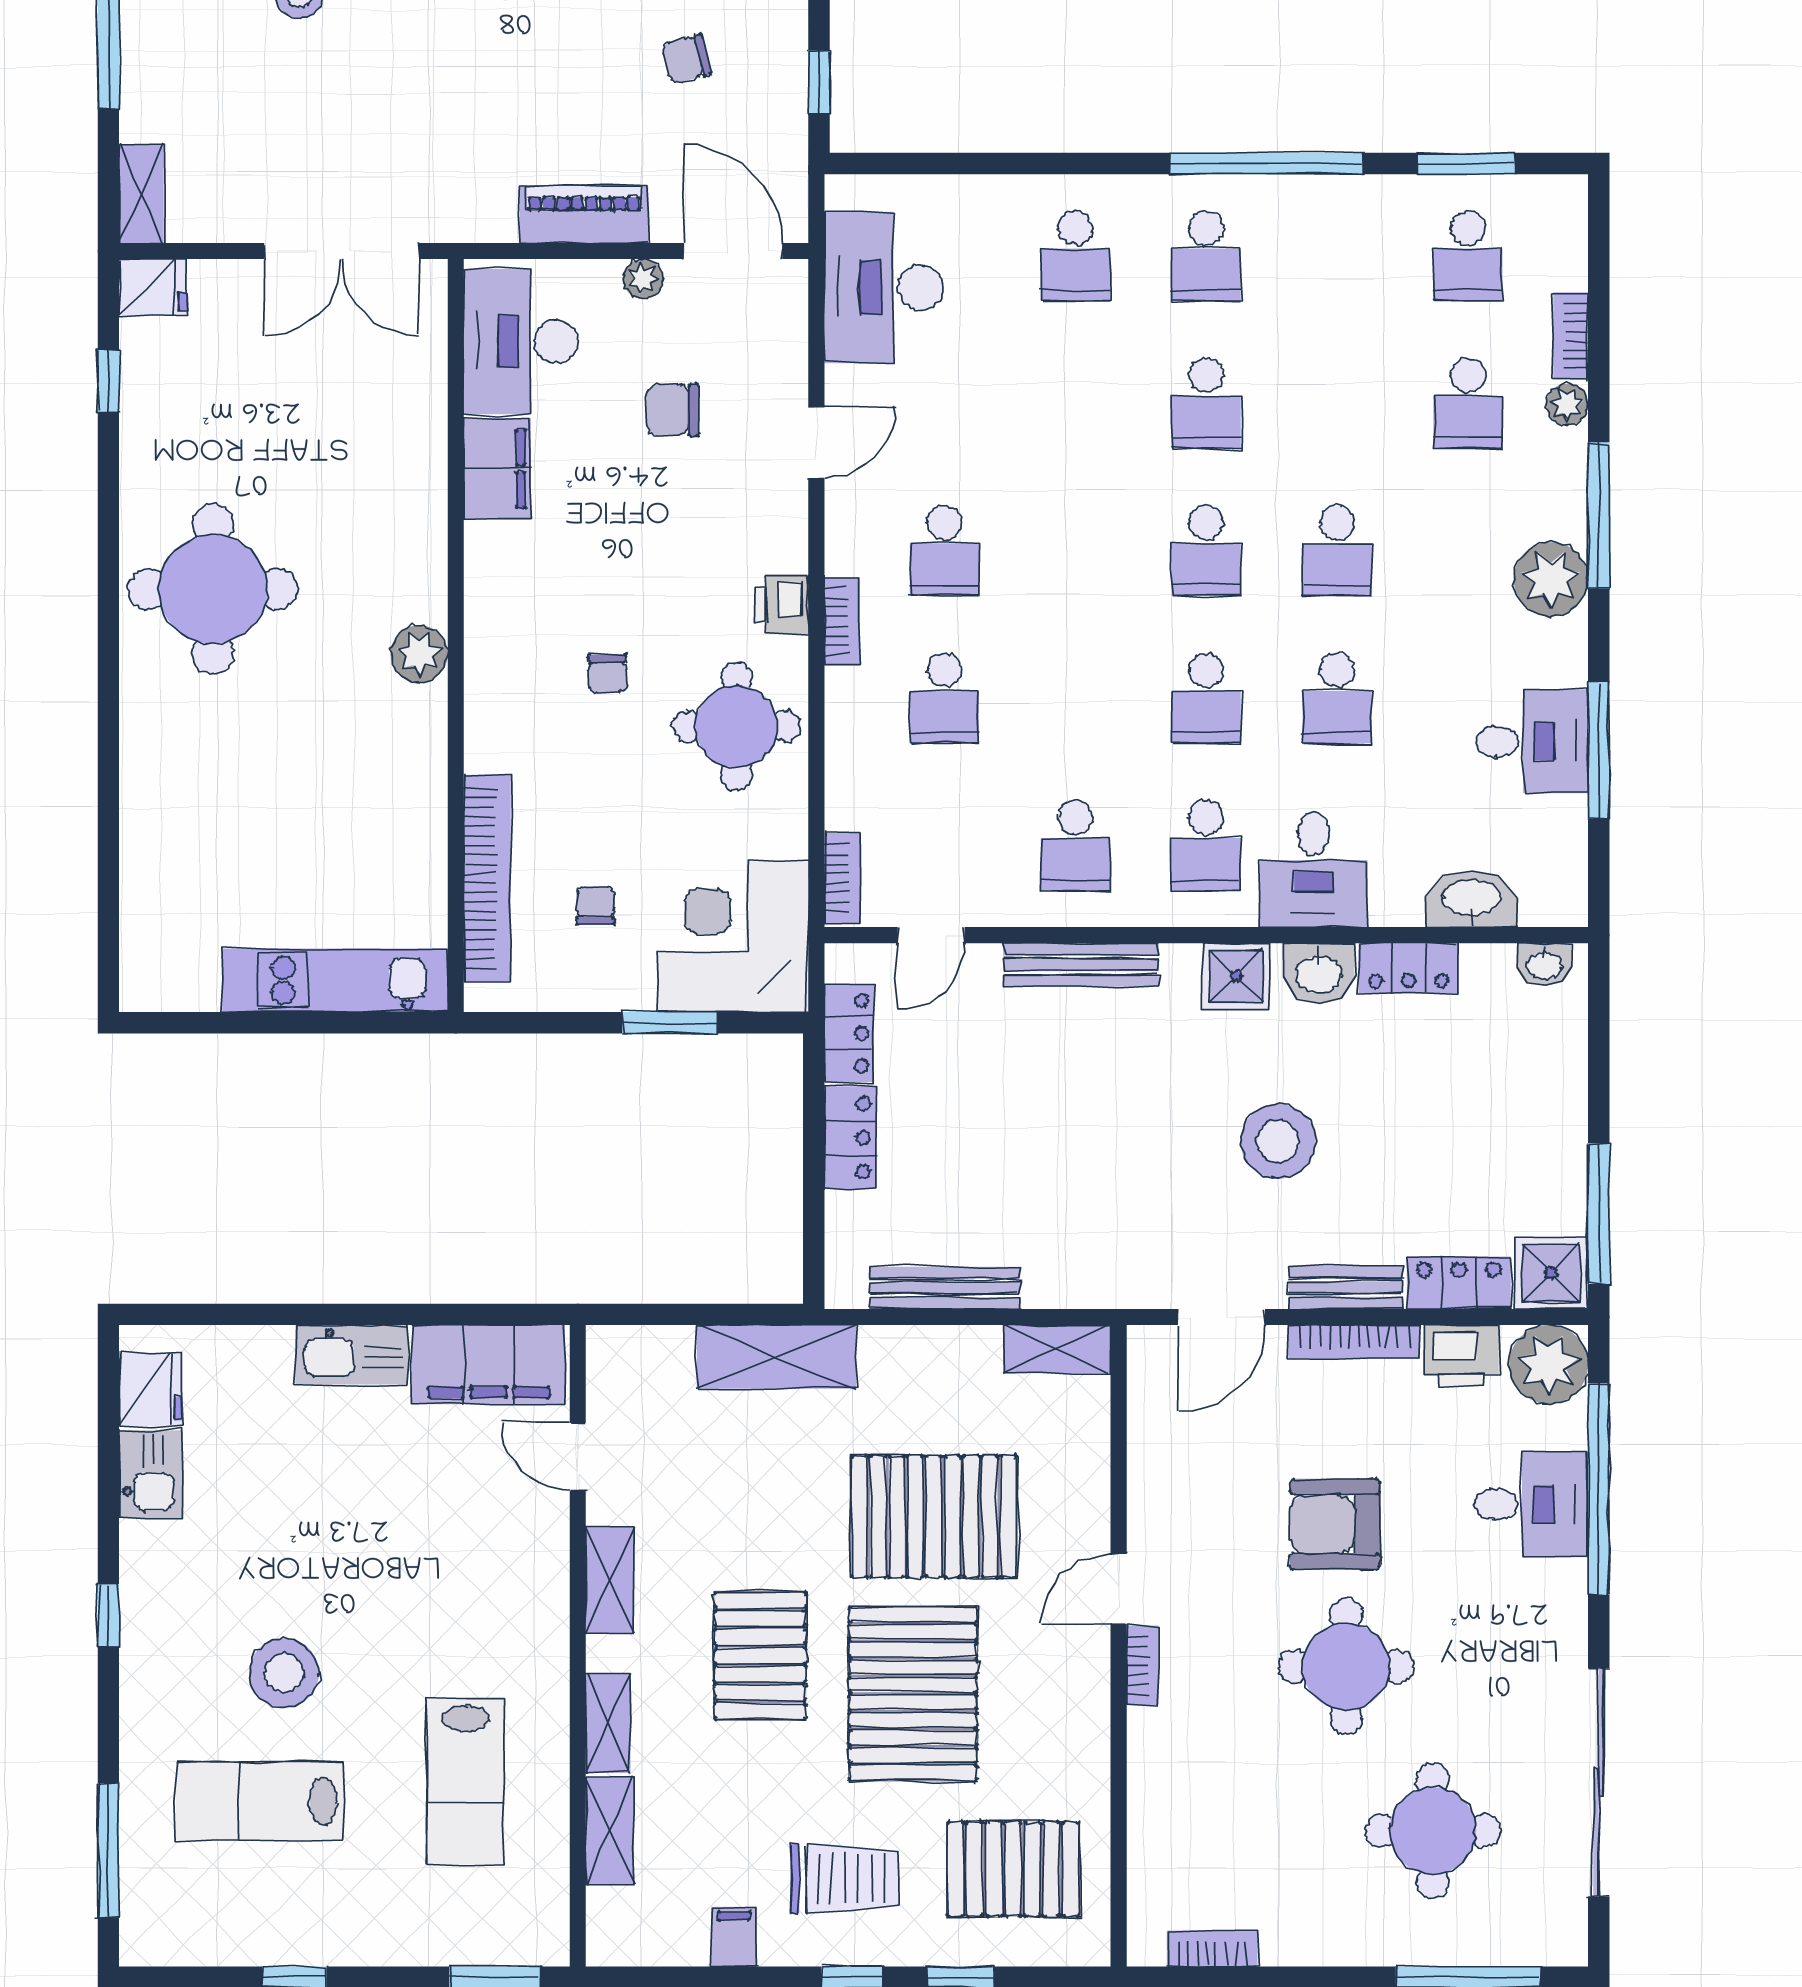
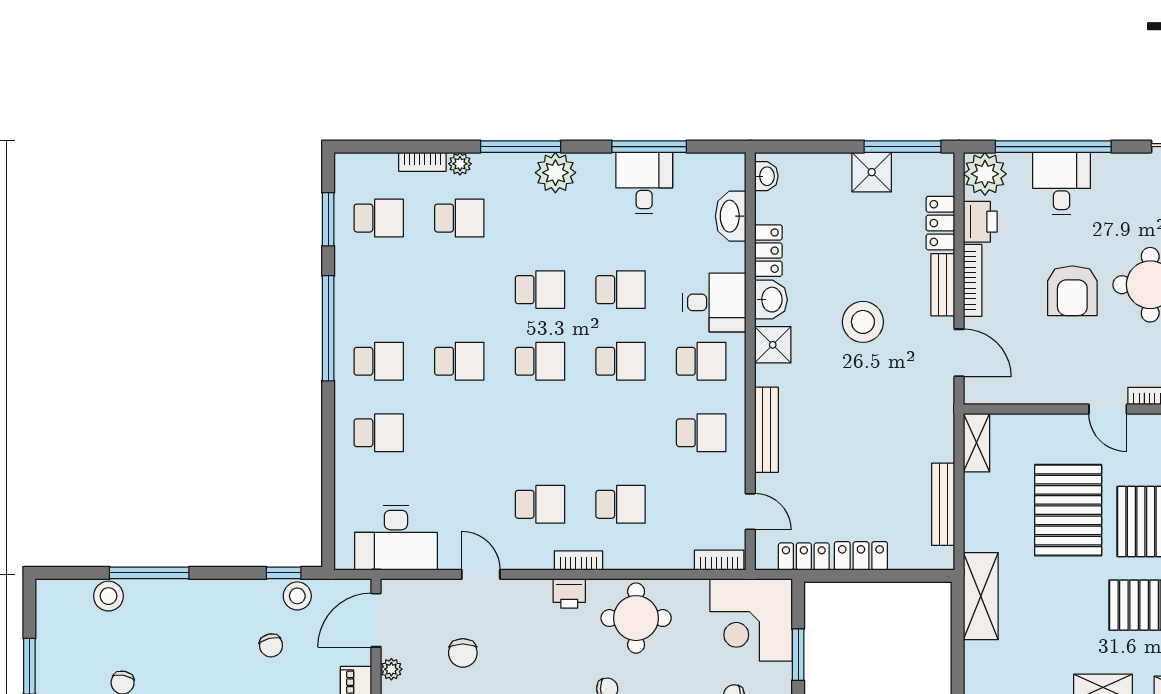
stool: (777, 107) -> (297, 596), added
shower: (1551, 1273) -> (872, 172), moved

